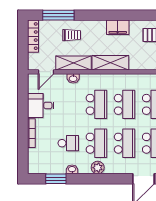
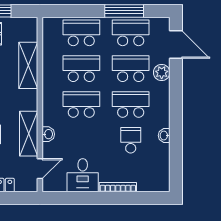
shelving: (110, 63) -> (28, 65), moved
door: (46, 72) -> (40, 169), hinge flipped
plant: (98, 168) -> (162, 72), moved
window: (56, 179) -> (176, 156), removed

